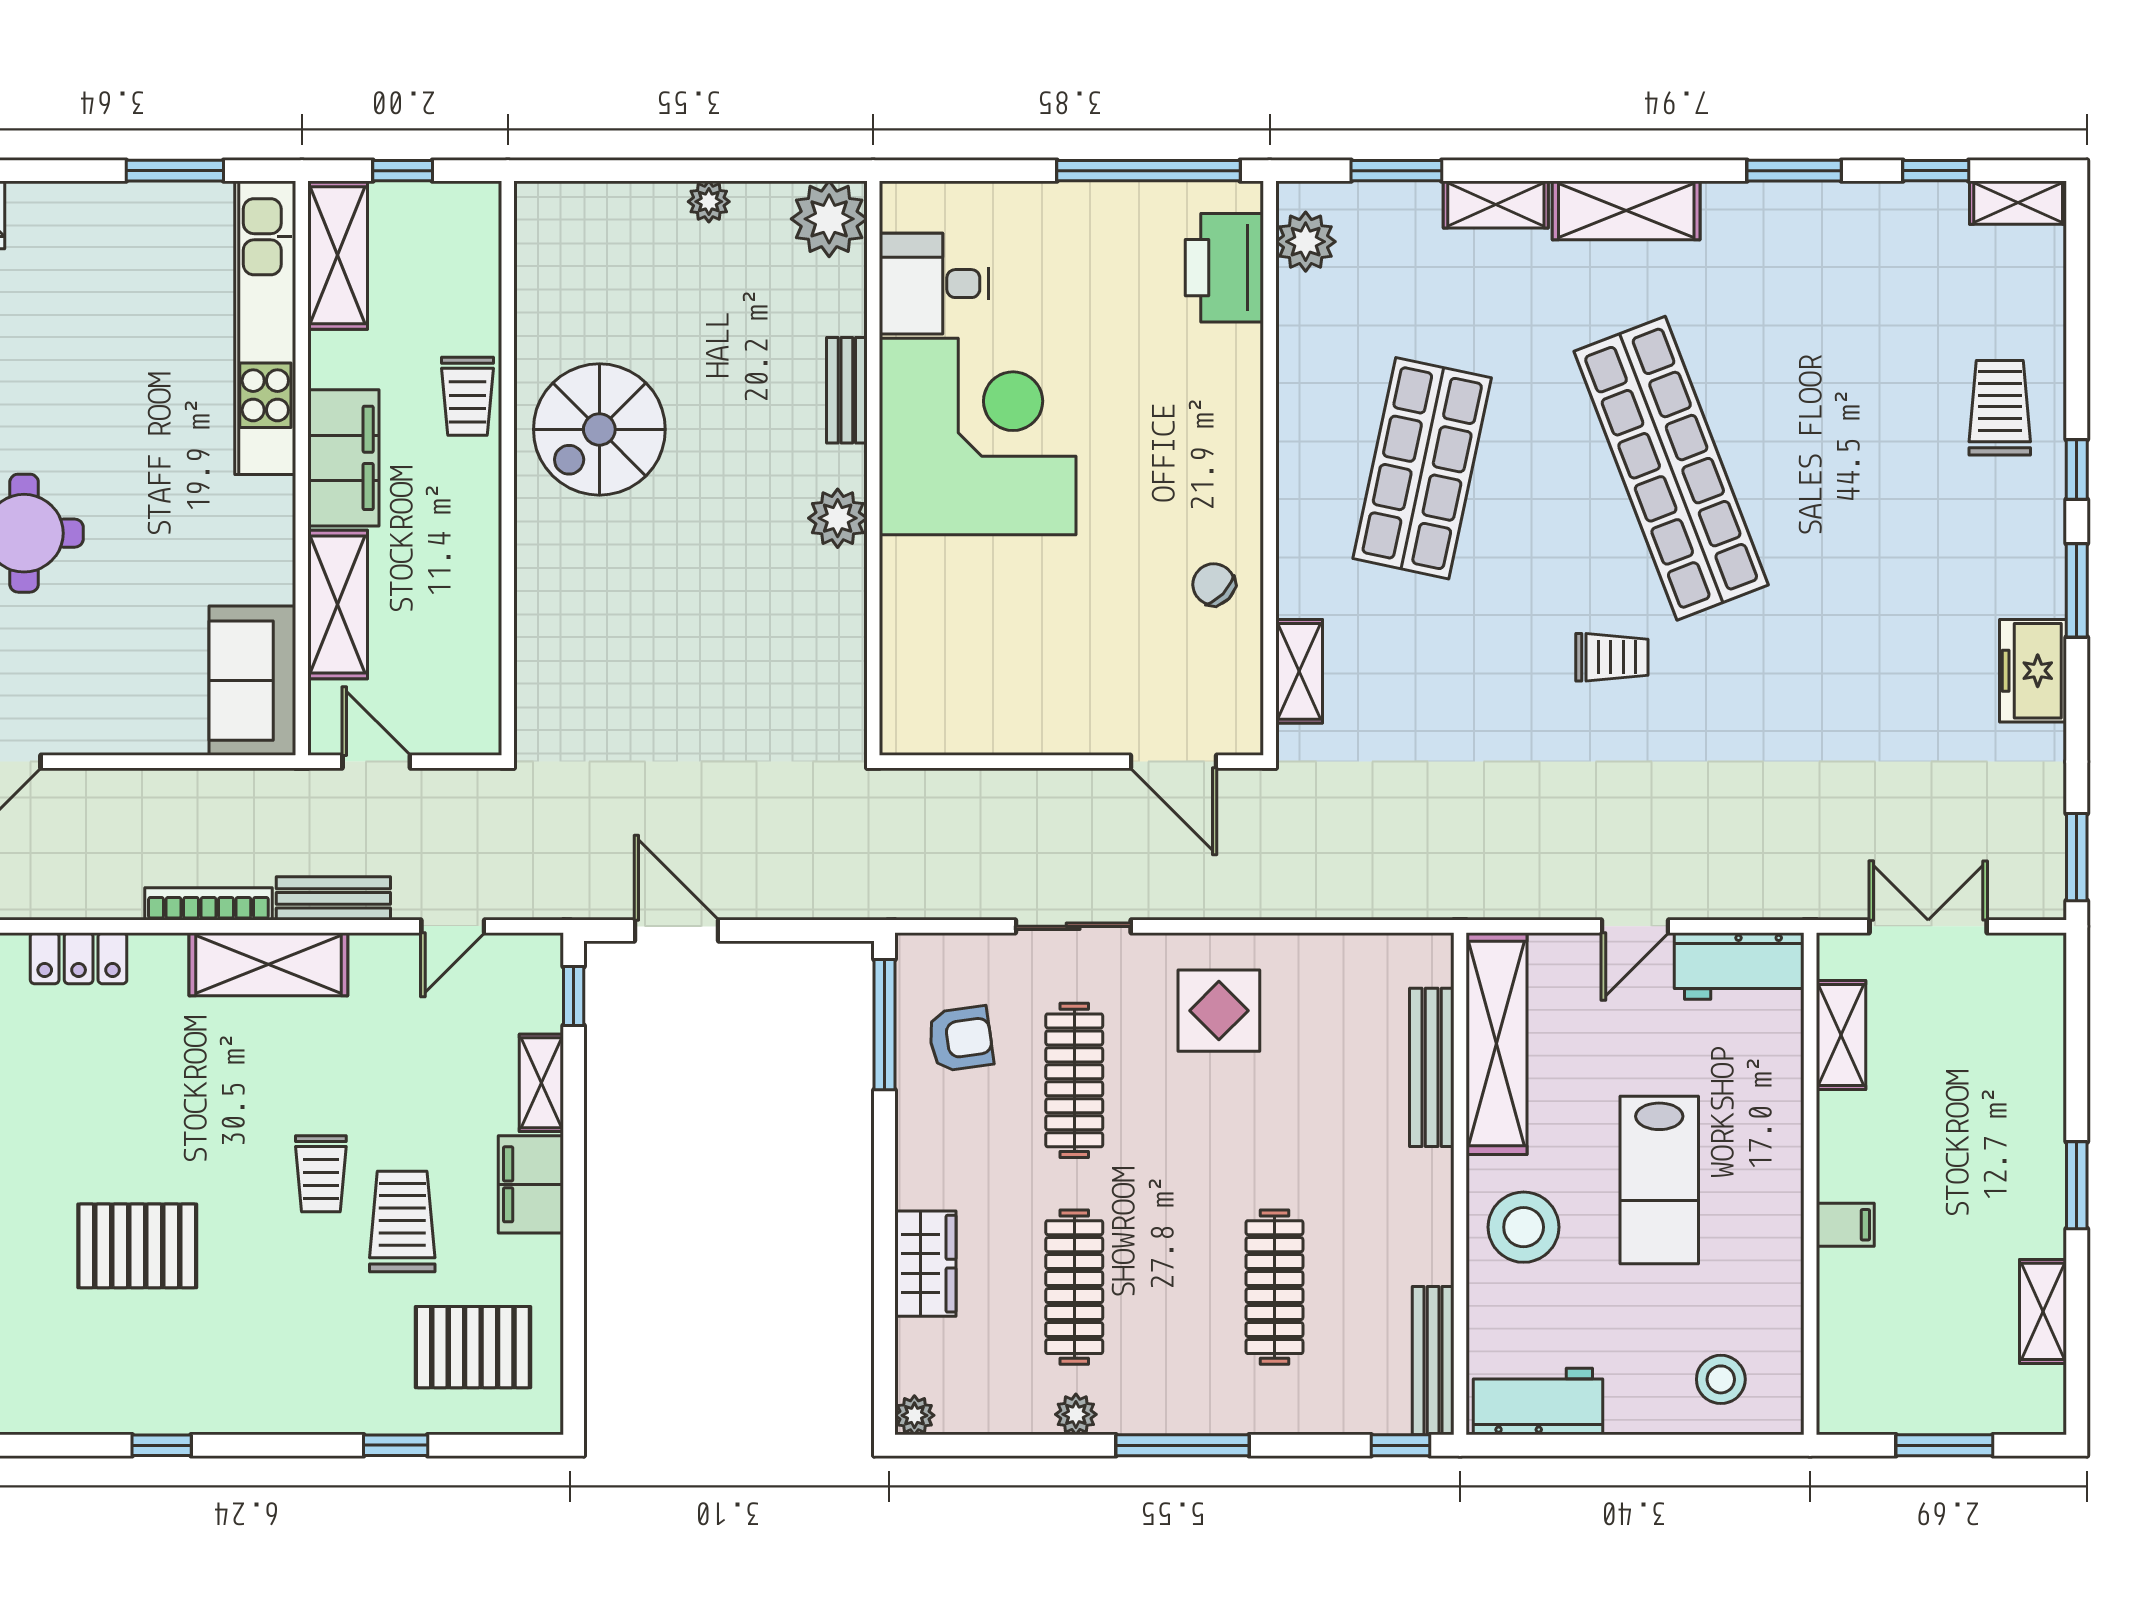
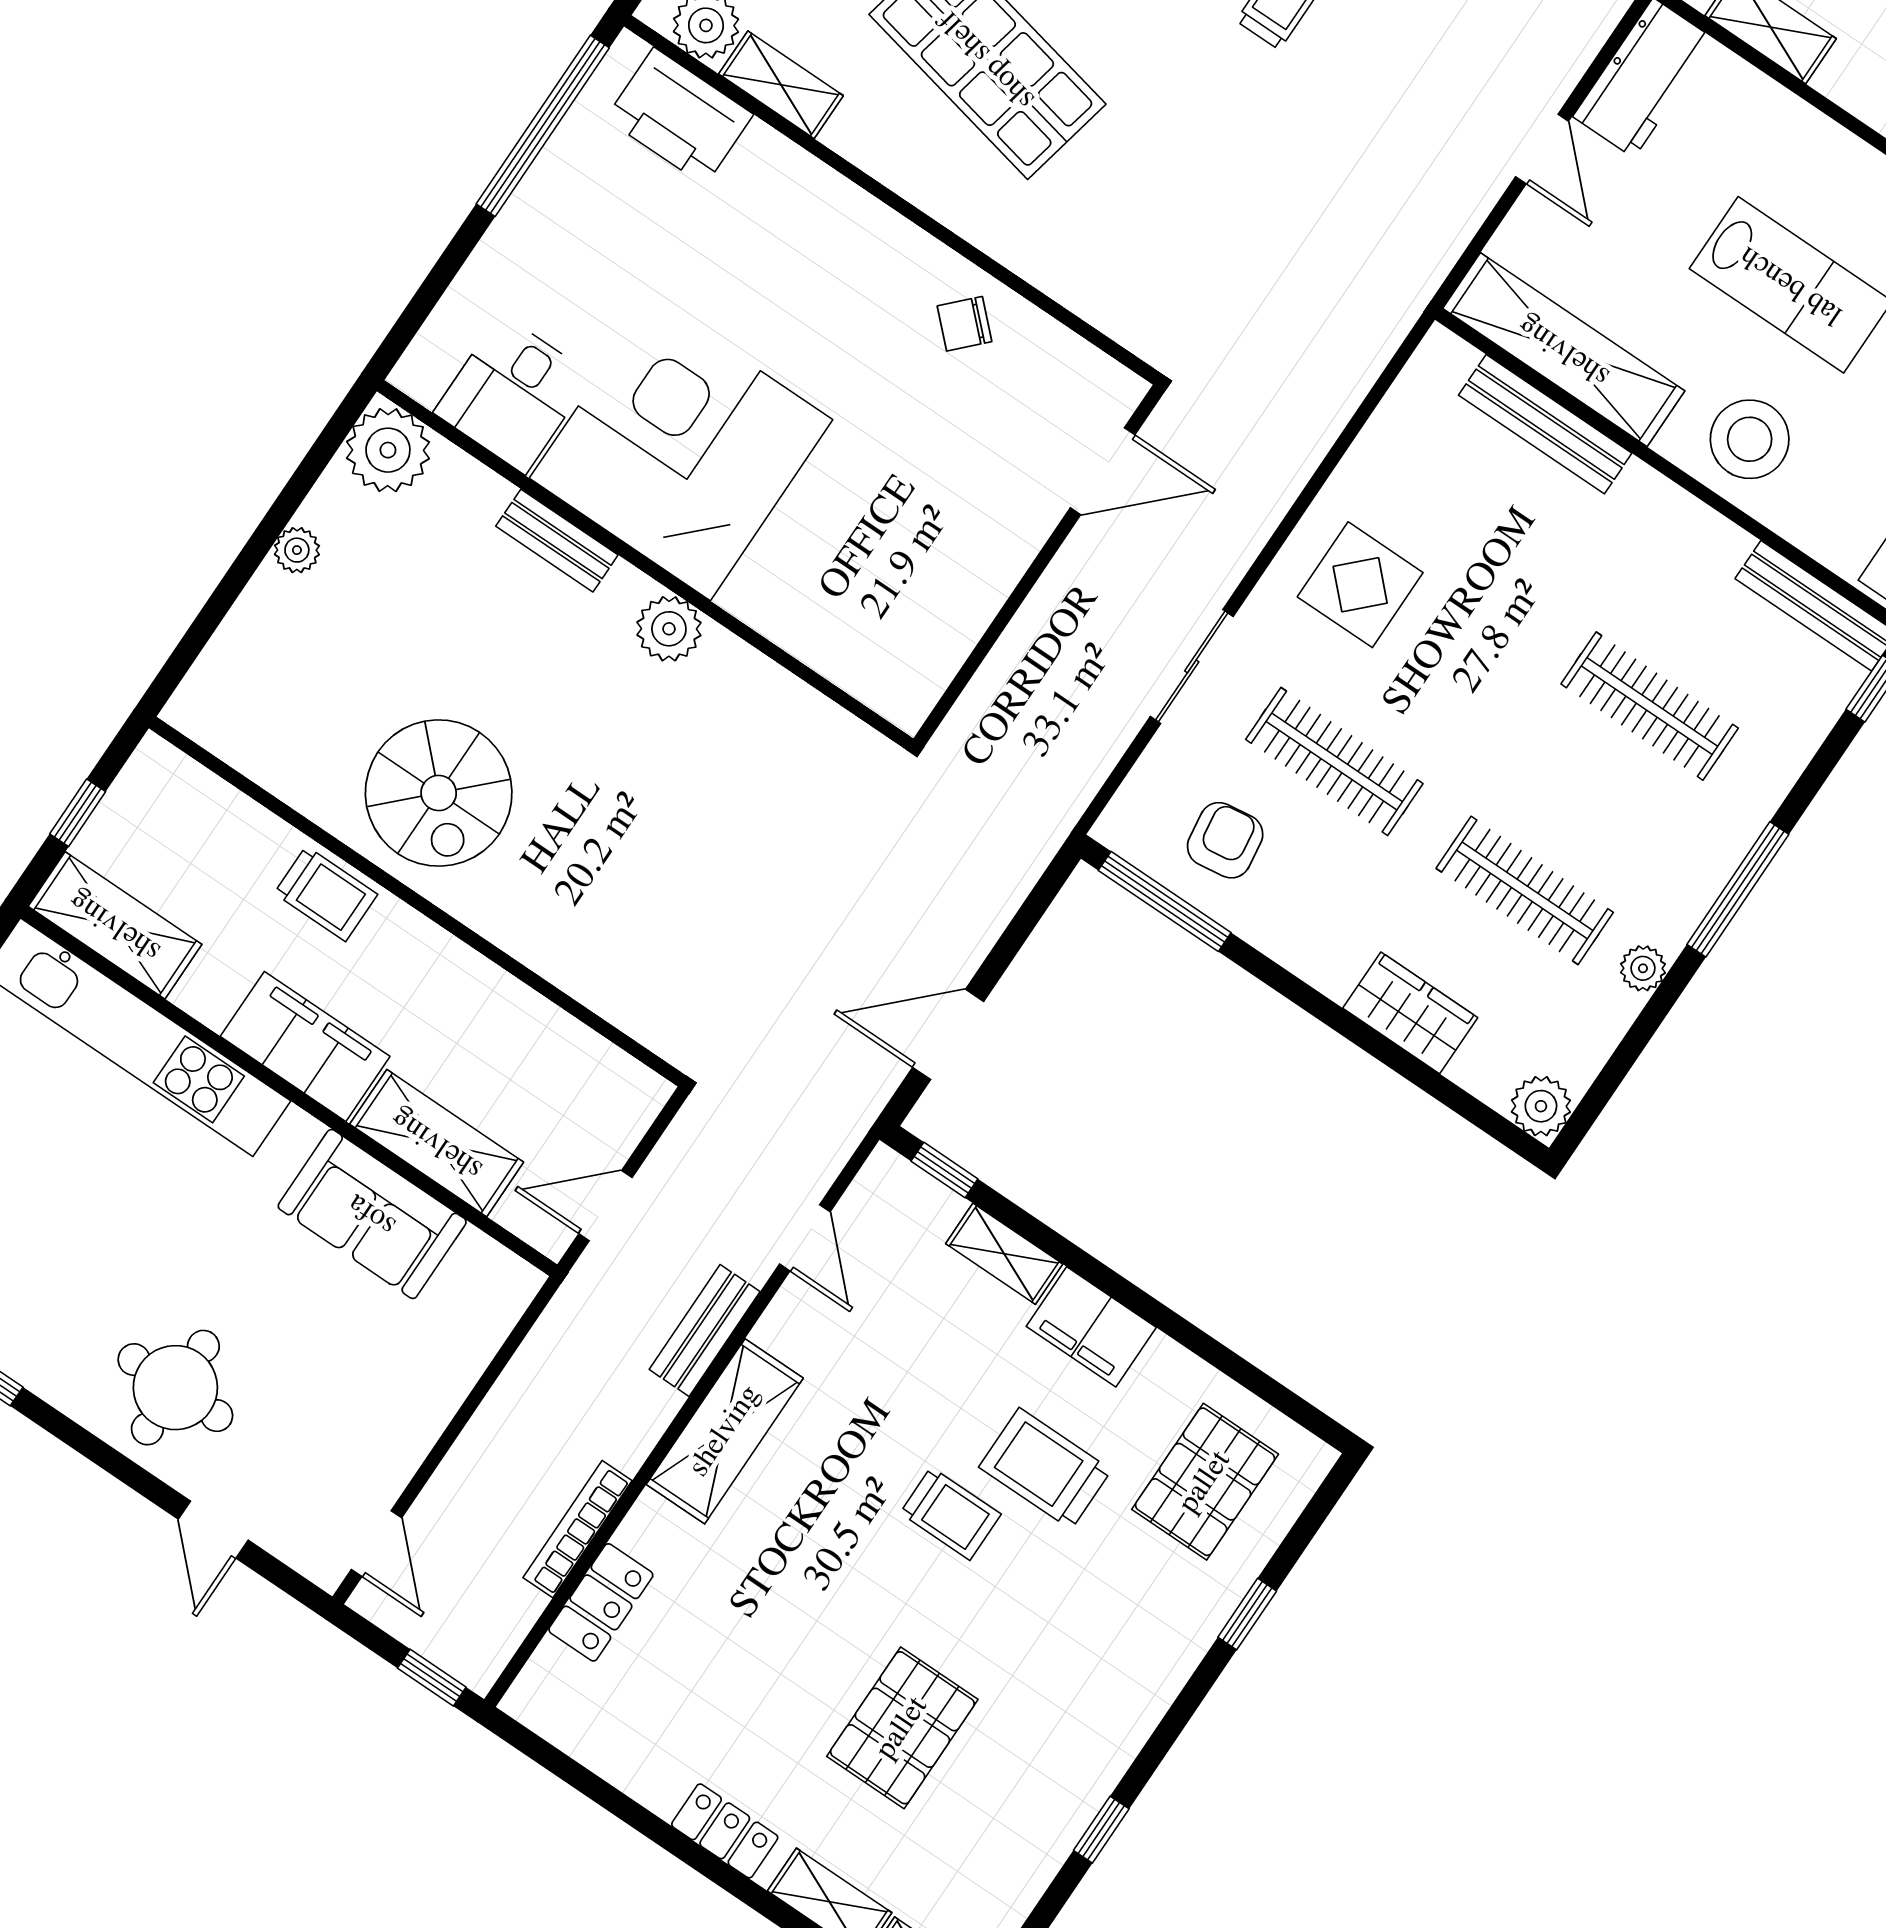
shelving: (1299, 671) -> (781, 85), moved
sofa: (252, 681) -> (372, 1214), moved
bookcase: (208, 904) -> (578, 1529), moved
plant: (914, 1415) -> (1541, 1106), width x1.38, depth x1.38

